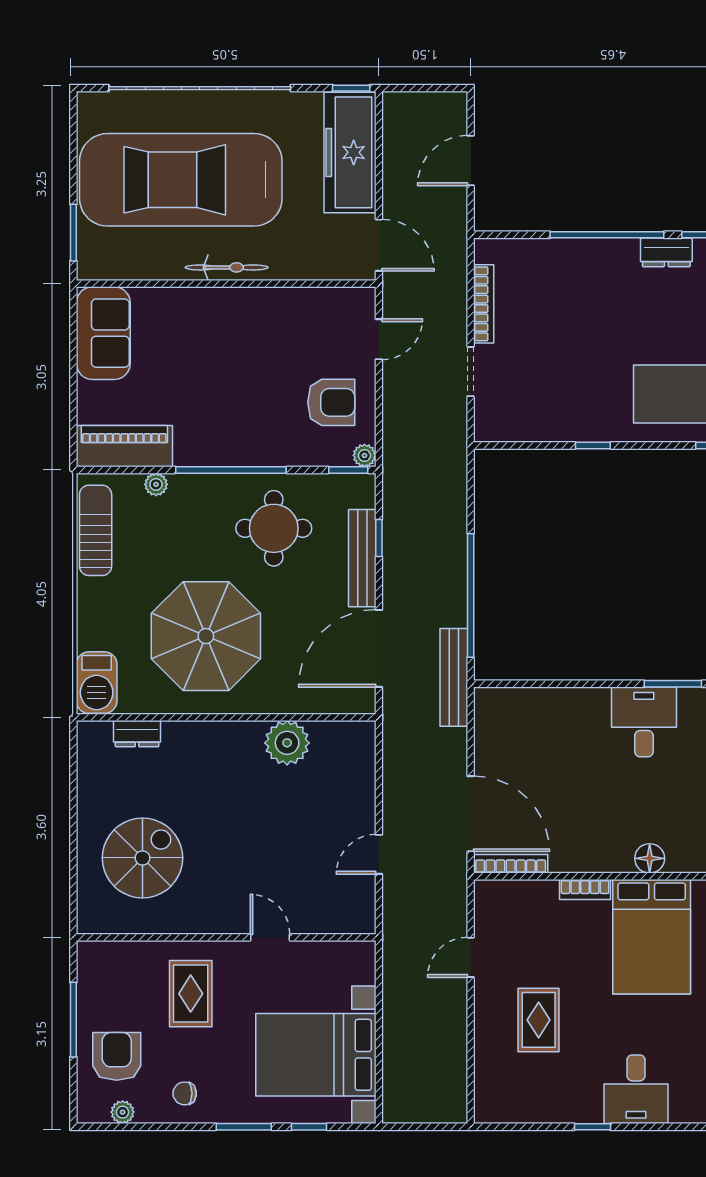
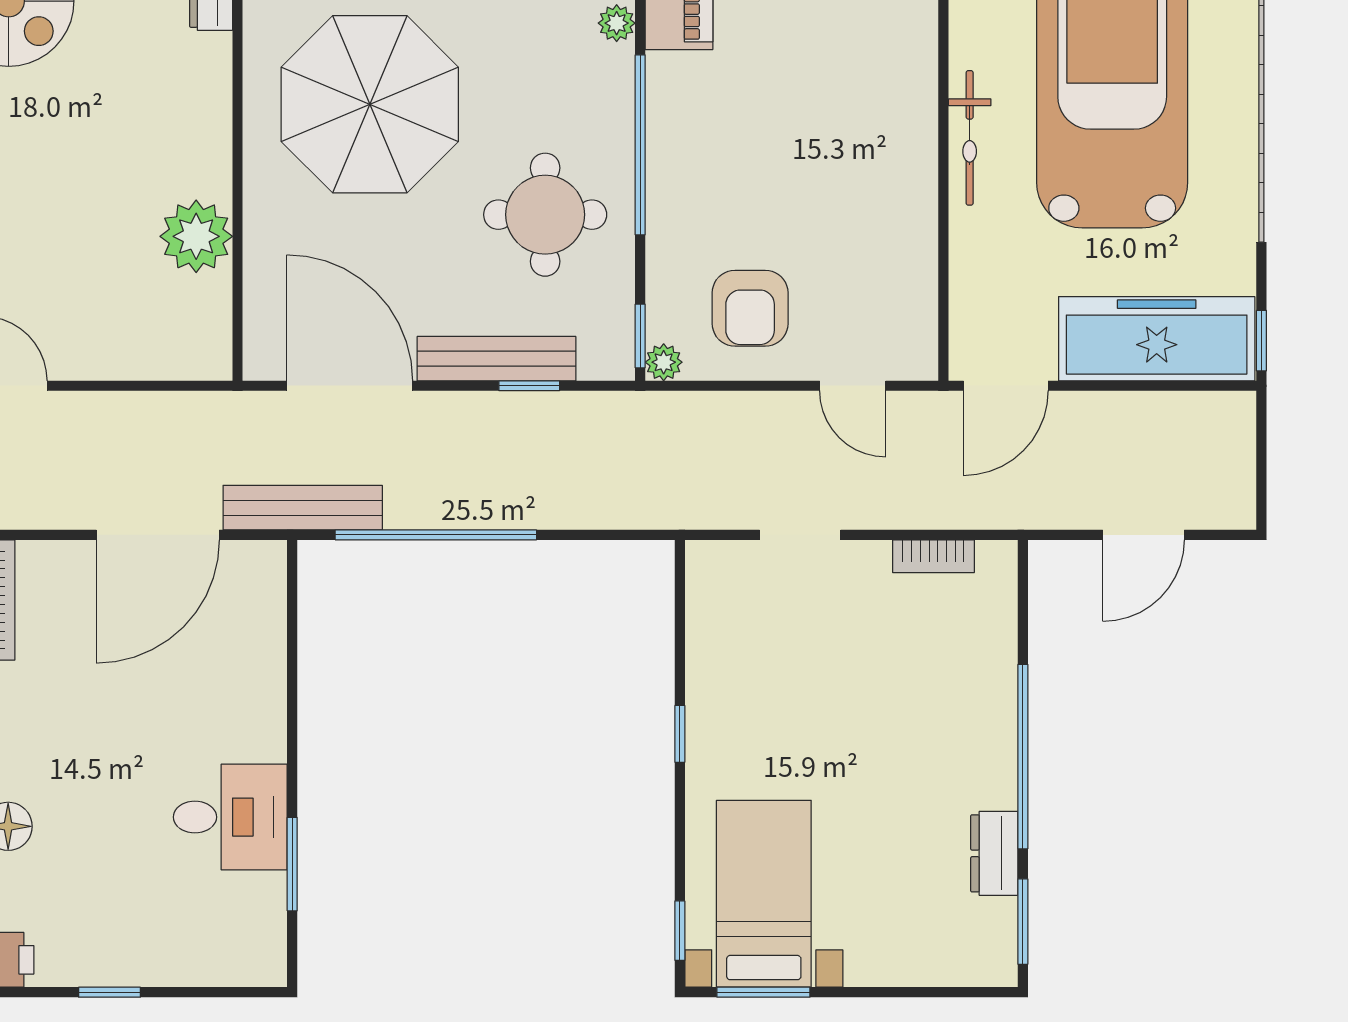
door: (471, 161) -> (1144, 535), swing flipped
bookcase: (484, 304) -> (933, 556), width x0.64
door: (471, 814) -> (158, 535), moved

